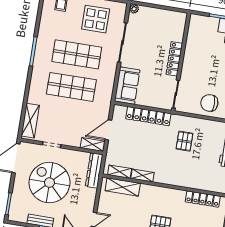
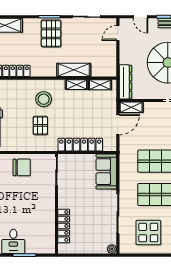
locker: (174, 59) -> (64, 226), moved
stool: (177, 166) -> (44, 99), added
shelving: (123, 187) -> (74, 70), moved

